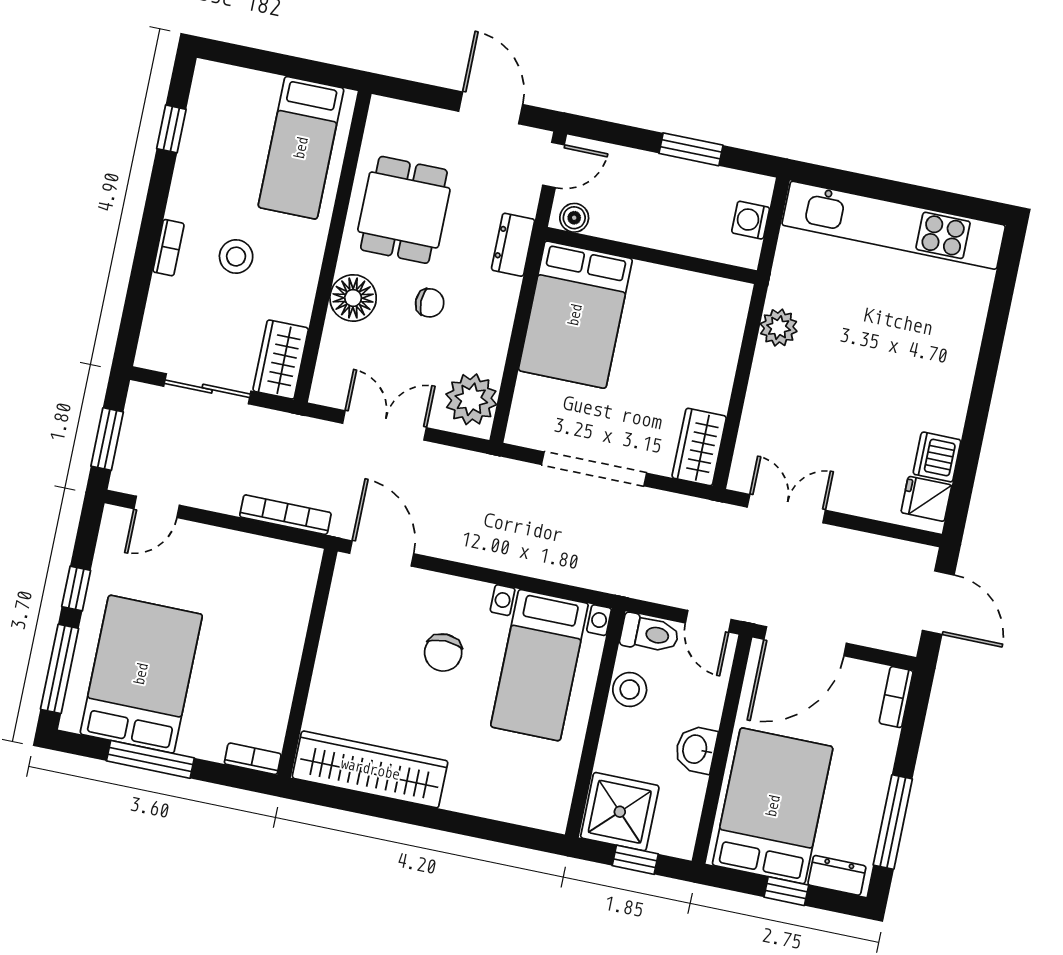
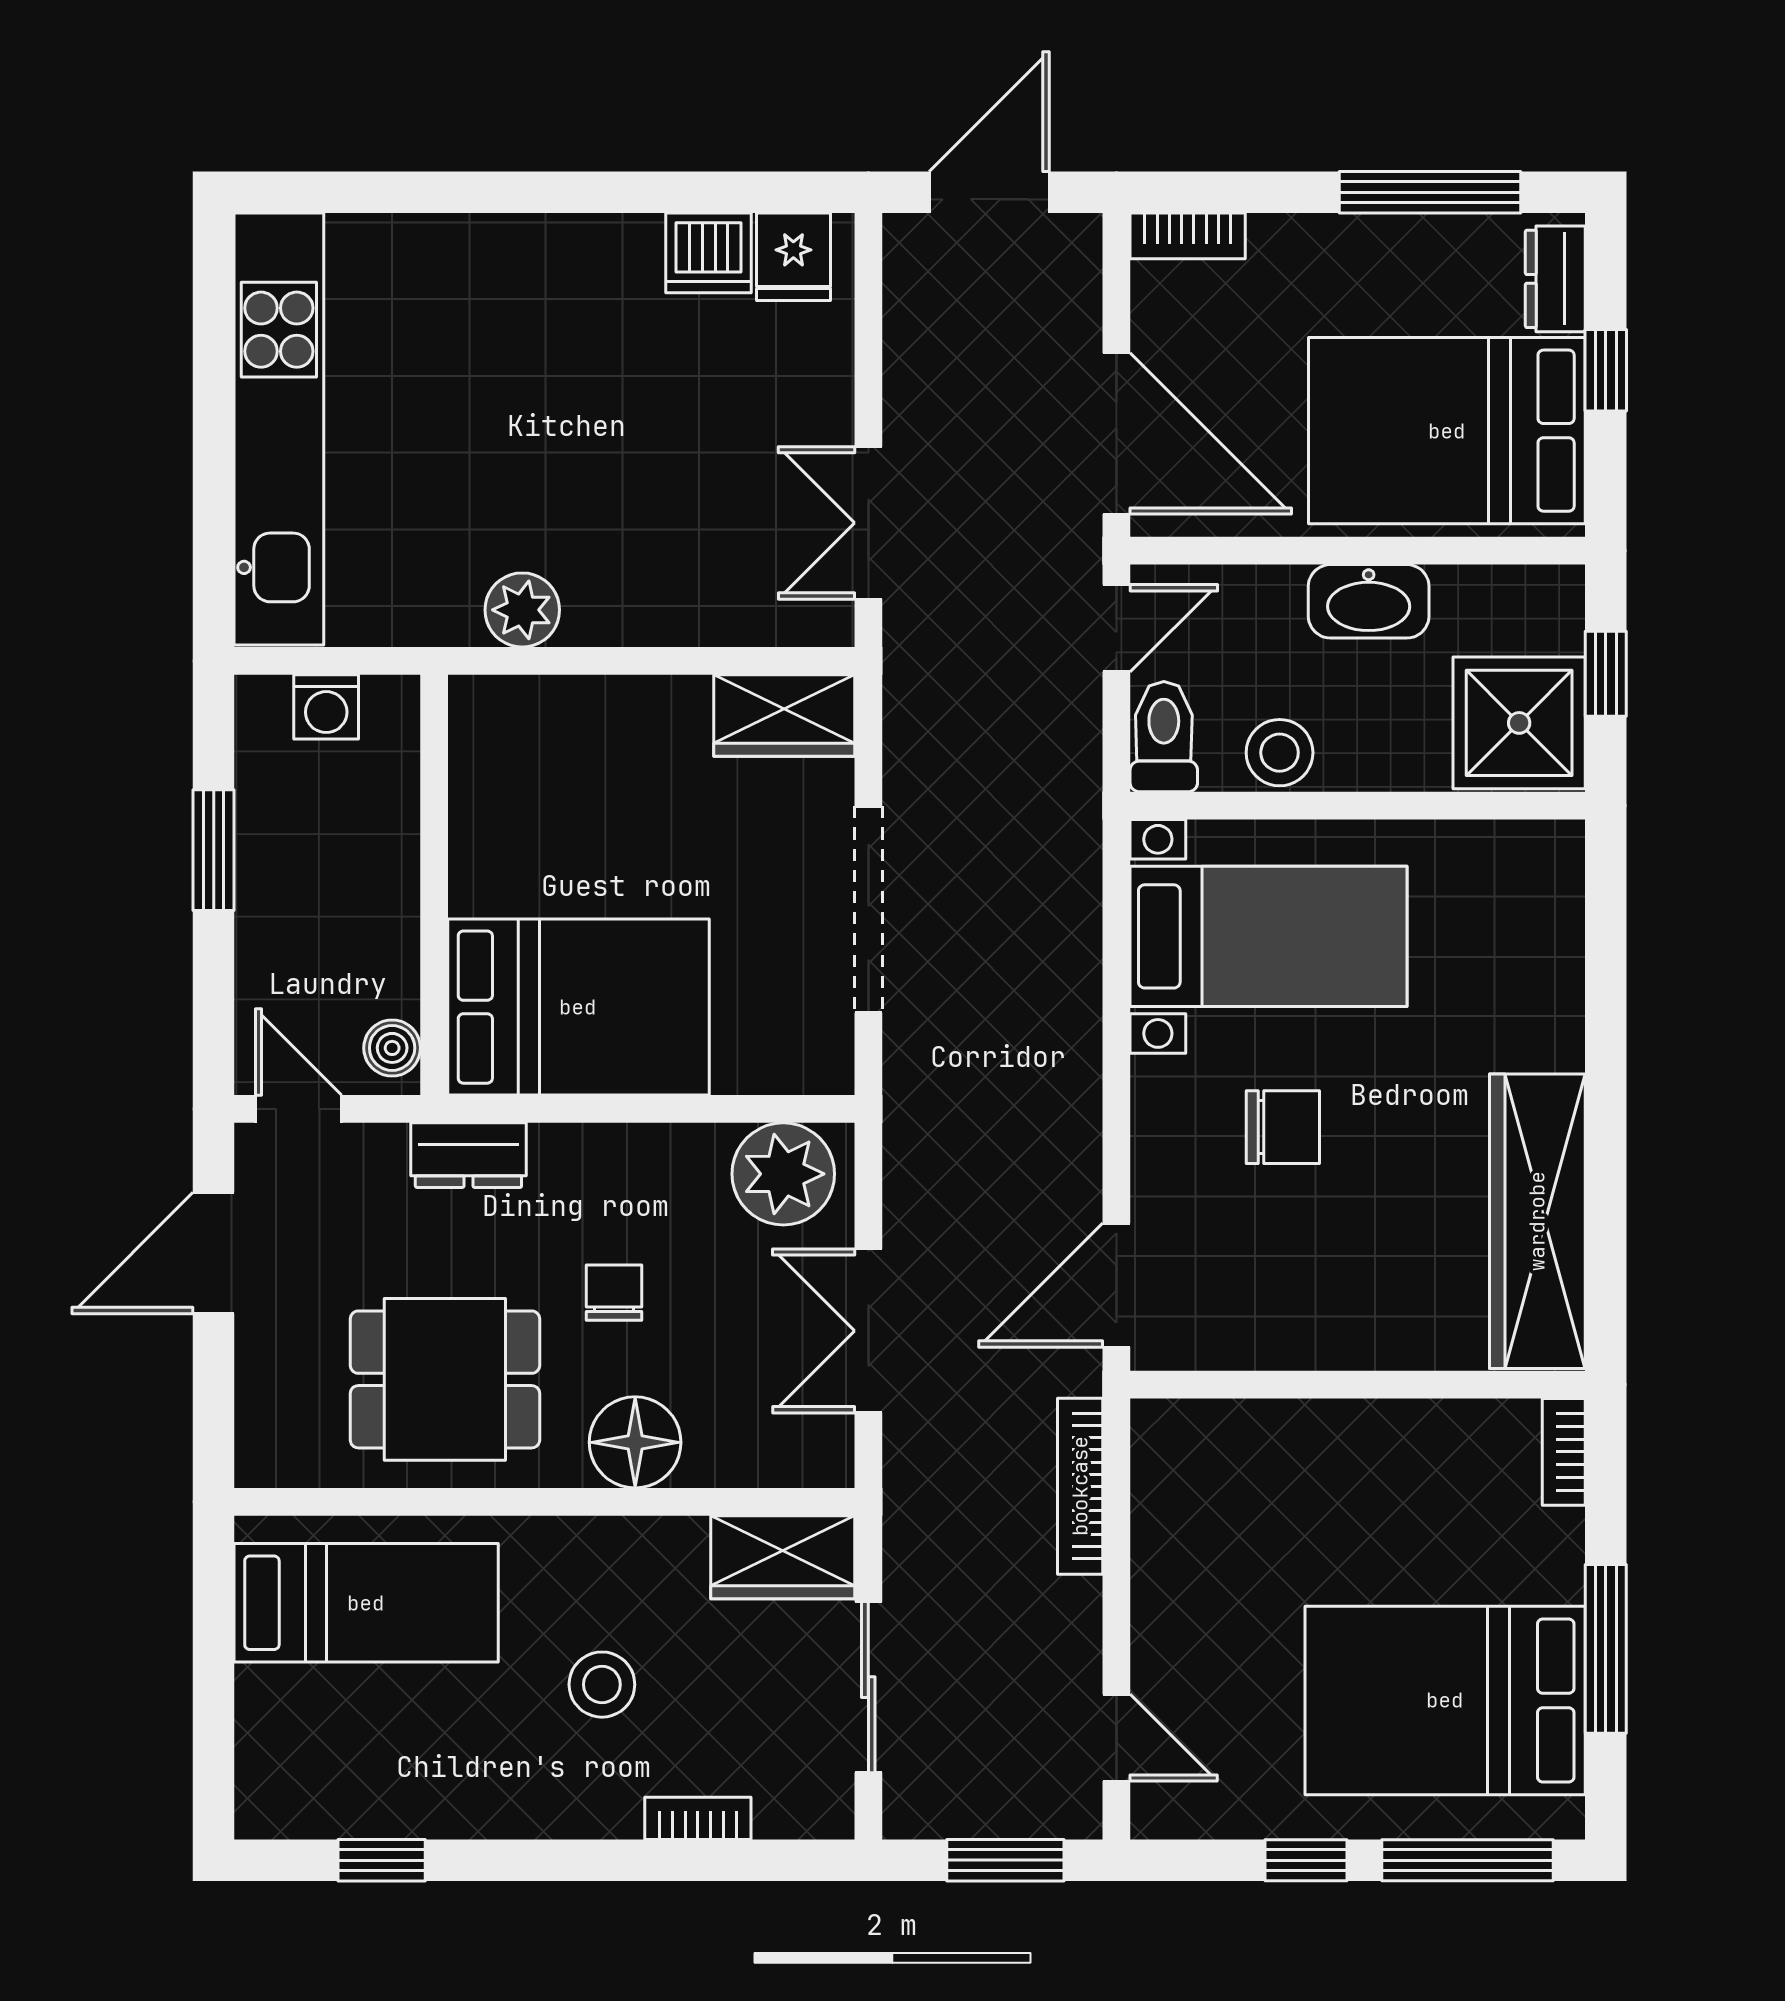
bookcase: (168, 248) -> (698, 1818), moved
washbasin: (696, 749) -> (1369, 601), width x1.38

